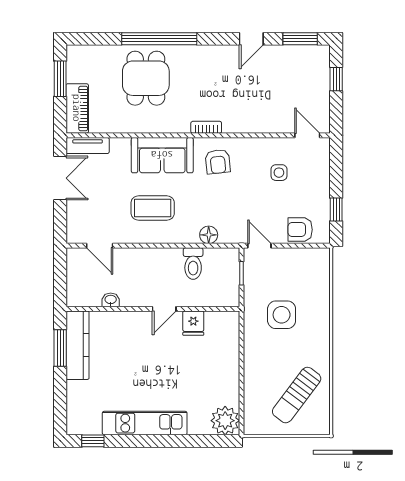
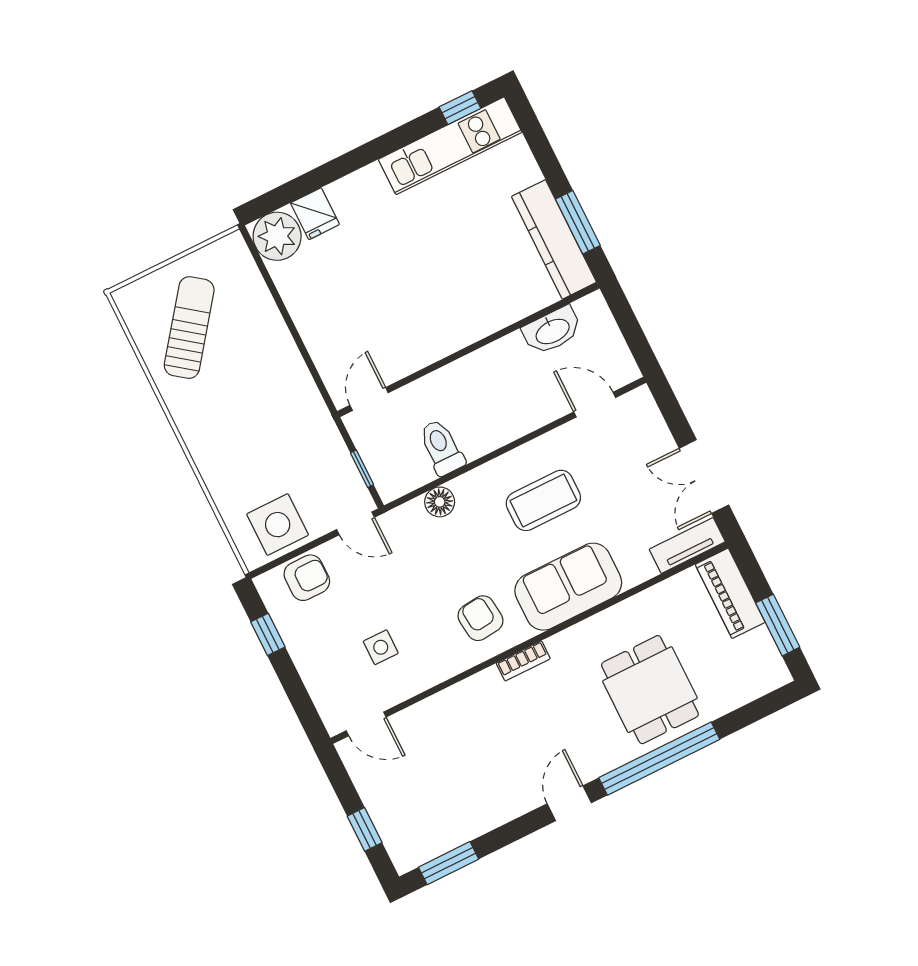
door: (251, 39) -> (569, 803), moved
washbasin: (111, 300) -> (552, 331), width x1.91, depth x1.45
door: (164, 309) -> (369, 399), moved
side table: (282, 315) -> (278, 525), moved
fridge: (193, 323) -> (315, 214), moved, turned 180
kitchen unit: (145, 423) -> (450, 146), moved

